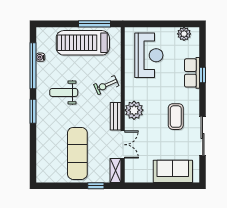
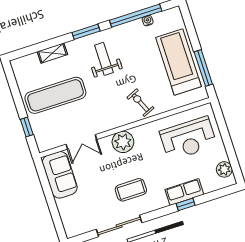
weight bench: (64, 92) -> (104, 59), moved
bench: (116, 116) -> (110, 124), removed
shelving: (115, 171) -> (52, 53), moved
sofa: (173, 171) -> (60, 175), moved

